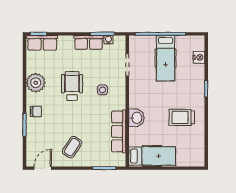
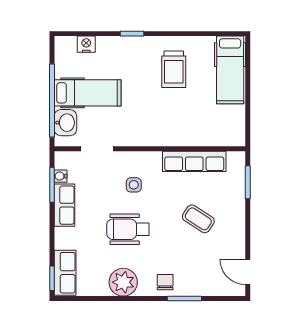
washbasin: (136, 118) -> (65, 123), moved, turned 90
coffee table: (72, 147) -> (198, 219), moved
hospital bed: (152, 156) -> (230, 70), moved, turned 180

